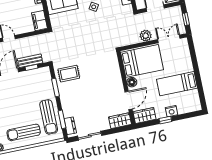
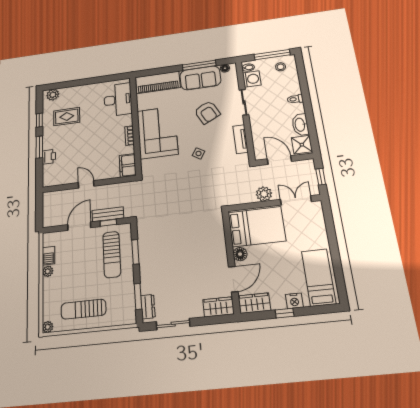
rug: (69, 74) -> (156, 235), removed
bed: (177, 84) -> (319, 277), moved, turned 90
sun lounger: (49, 117) -> (112, 254), moved

